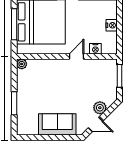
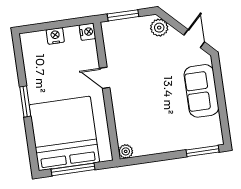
nightstand: (95, 49) -> (87, 32), moved
window: (14, 103) -> (203, 151), moved
plant: (100, 108) -> (159, 28), moved

